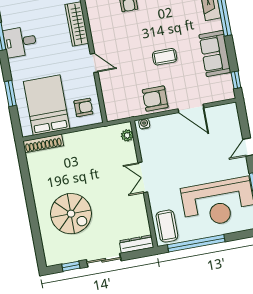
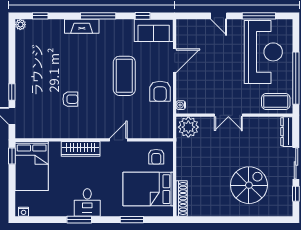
sofa: (215, 54) -> (154, 30), moved
coffee table: (165, 57) -> (124, 76), width x1.86, depth x1.72
window: (236, 80) -> (143, 16), moved
armchair: (83, 107) -> (156, 157), turned 180
plant: (127, 135) -> (188, 127), width x1.87, depth x1.87

